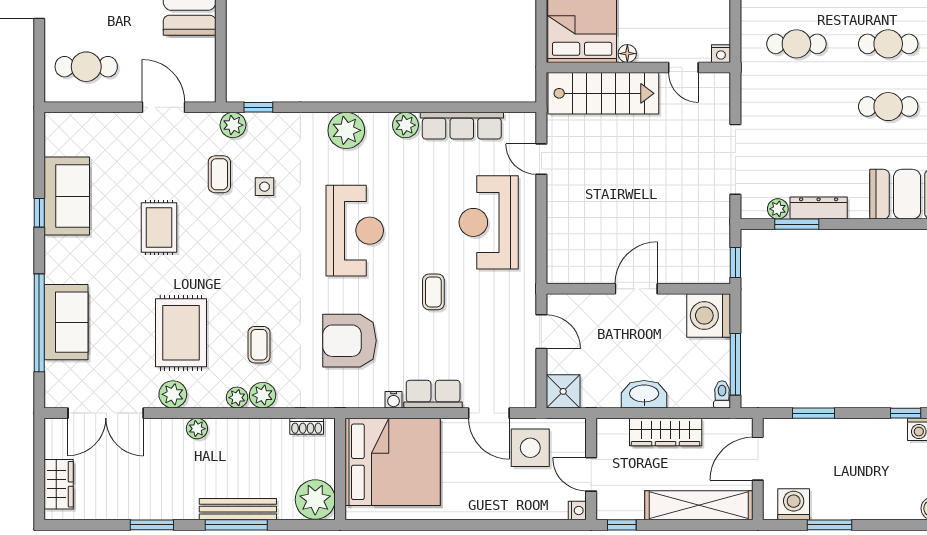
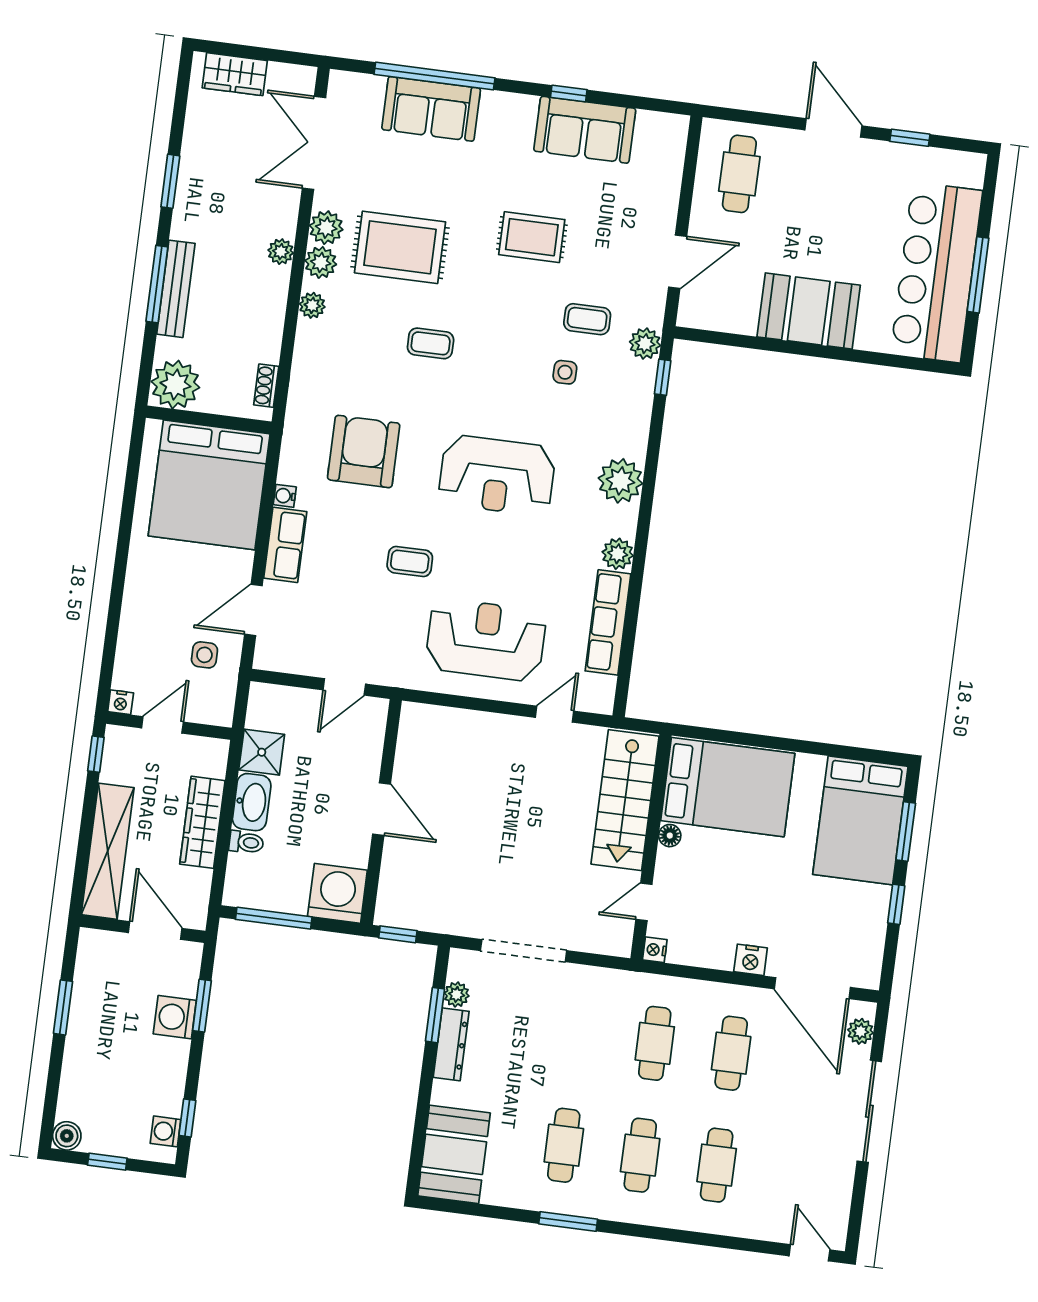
coffee table: (259, 345) -> (431, 343), moved
shower: (563, 391) -> (262, 752), moved
toilet: (722, 394) -> (246, 842), moved
plant: (263, 395) -> (321, 262), moved
side table: (530, 448) -> (204, 655), width x0.54, depth x0.54
washing machine: (794, 504) -> (175, 1017), moved, turned 180

